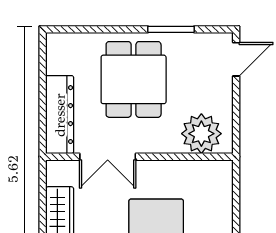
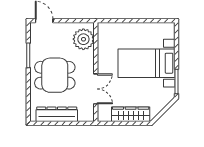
dresser: (60, 115) -> (57, 114), moved

